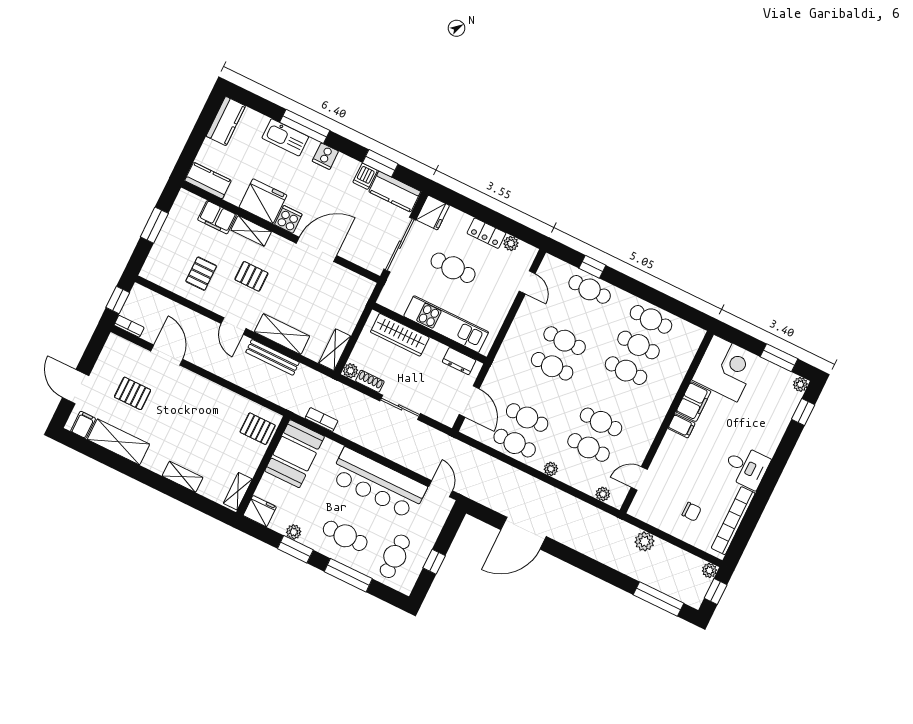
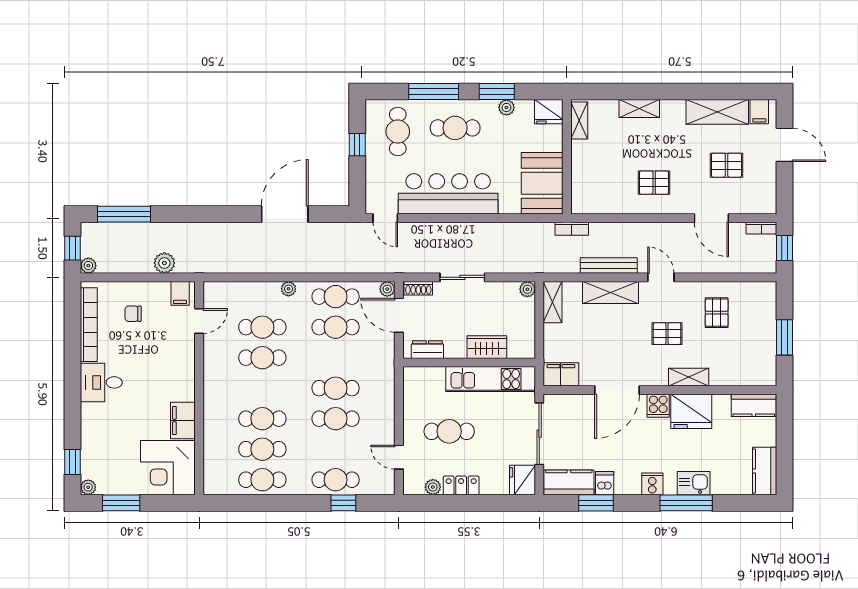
kitchen sink: (285, 137) -> (694, 483), width x0.73
filing cabinet: (217, 217) -> (561, 374), moved
cafe table: (453, 268) -> (449, 431), moved
kitchen unit: (446, 324) -> (491, 379), moved
wardrobe: (400, 335) -> (487, 347), width x0.67
shoe rack: (370, 381) -> (418, 288), moved
bookcase: (322, 420) -> (572, 229), moved
filing cabinet: (681, 426) -> (180, 293), moved, turned -90
pallet: (258, 429) -> (654, 183), moved
plant: (603, 494) -> (387, 289), moved

